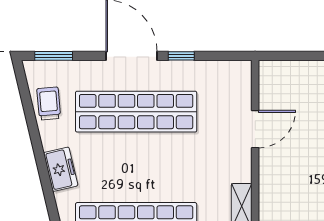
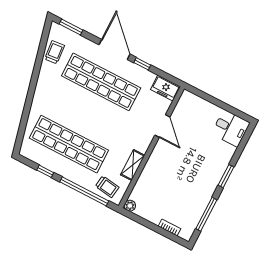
door: (255, 129) -> (162, 126), hinge flipped
freezer: (61, 169) -> (165, 88), moved, turned 103

